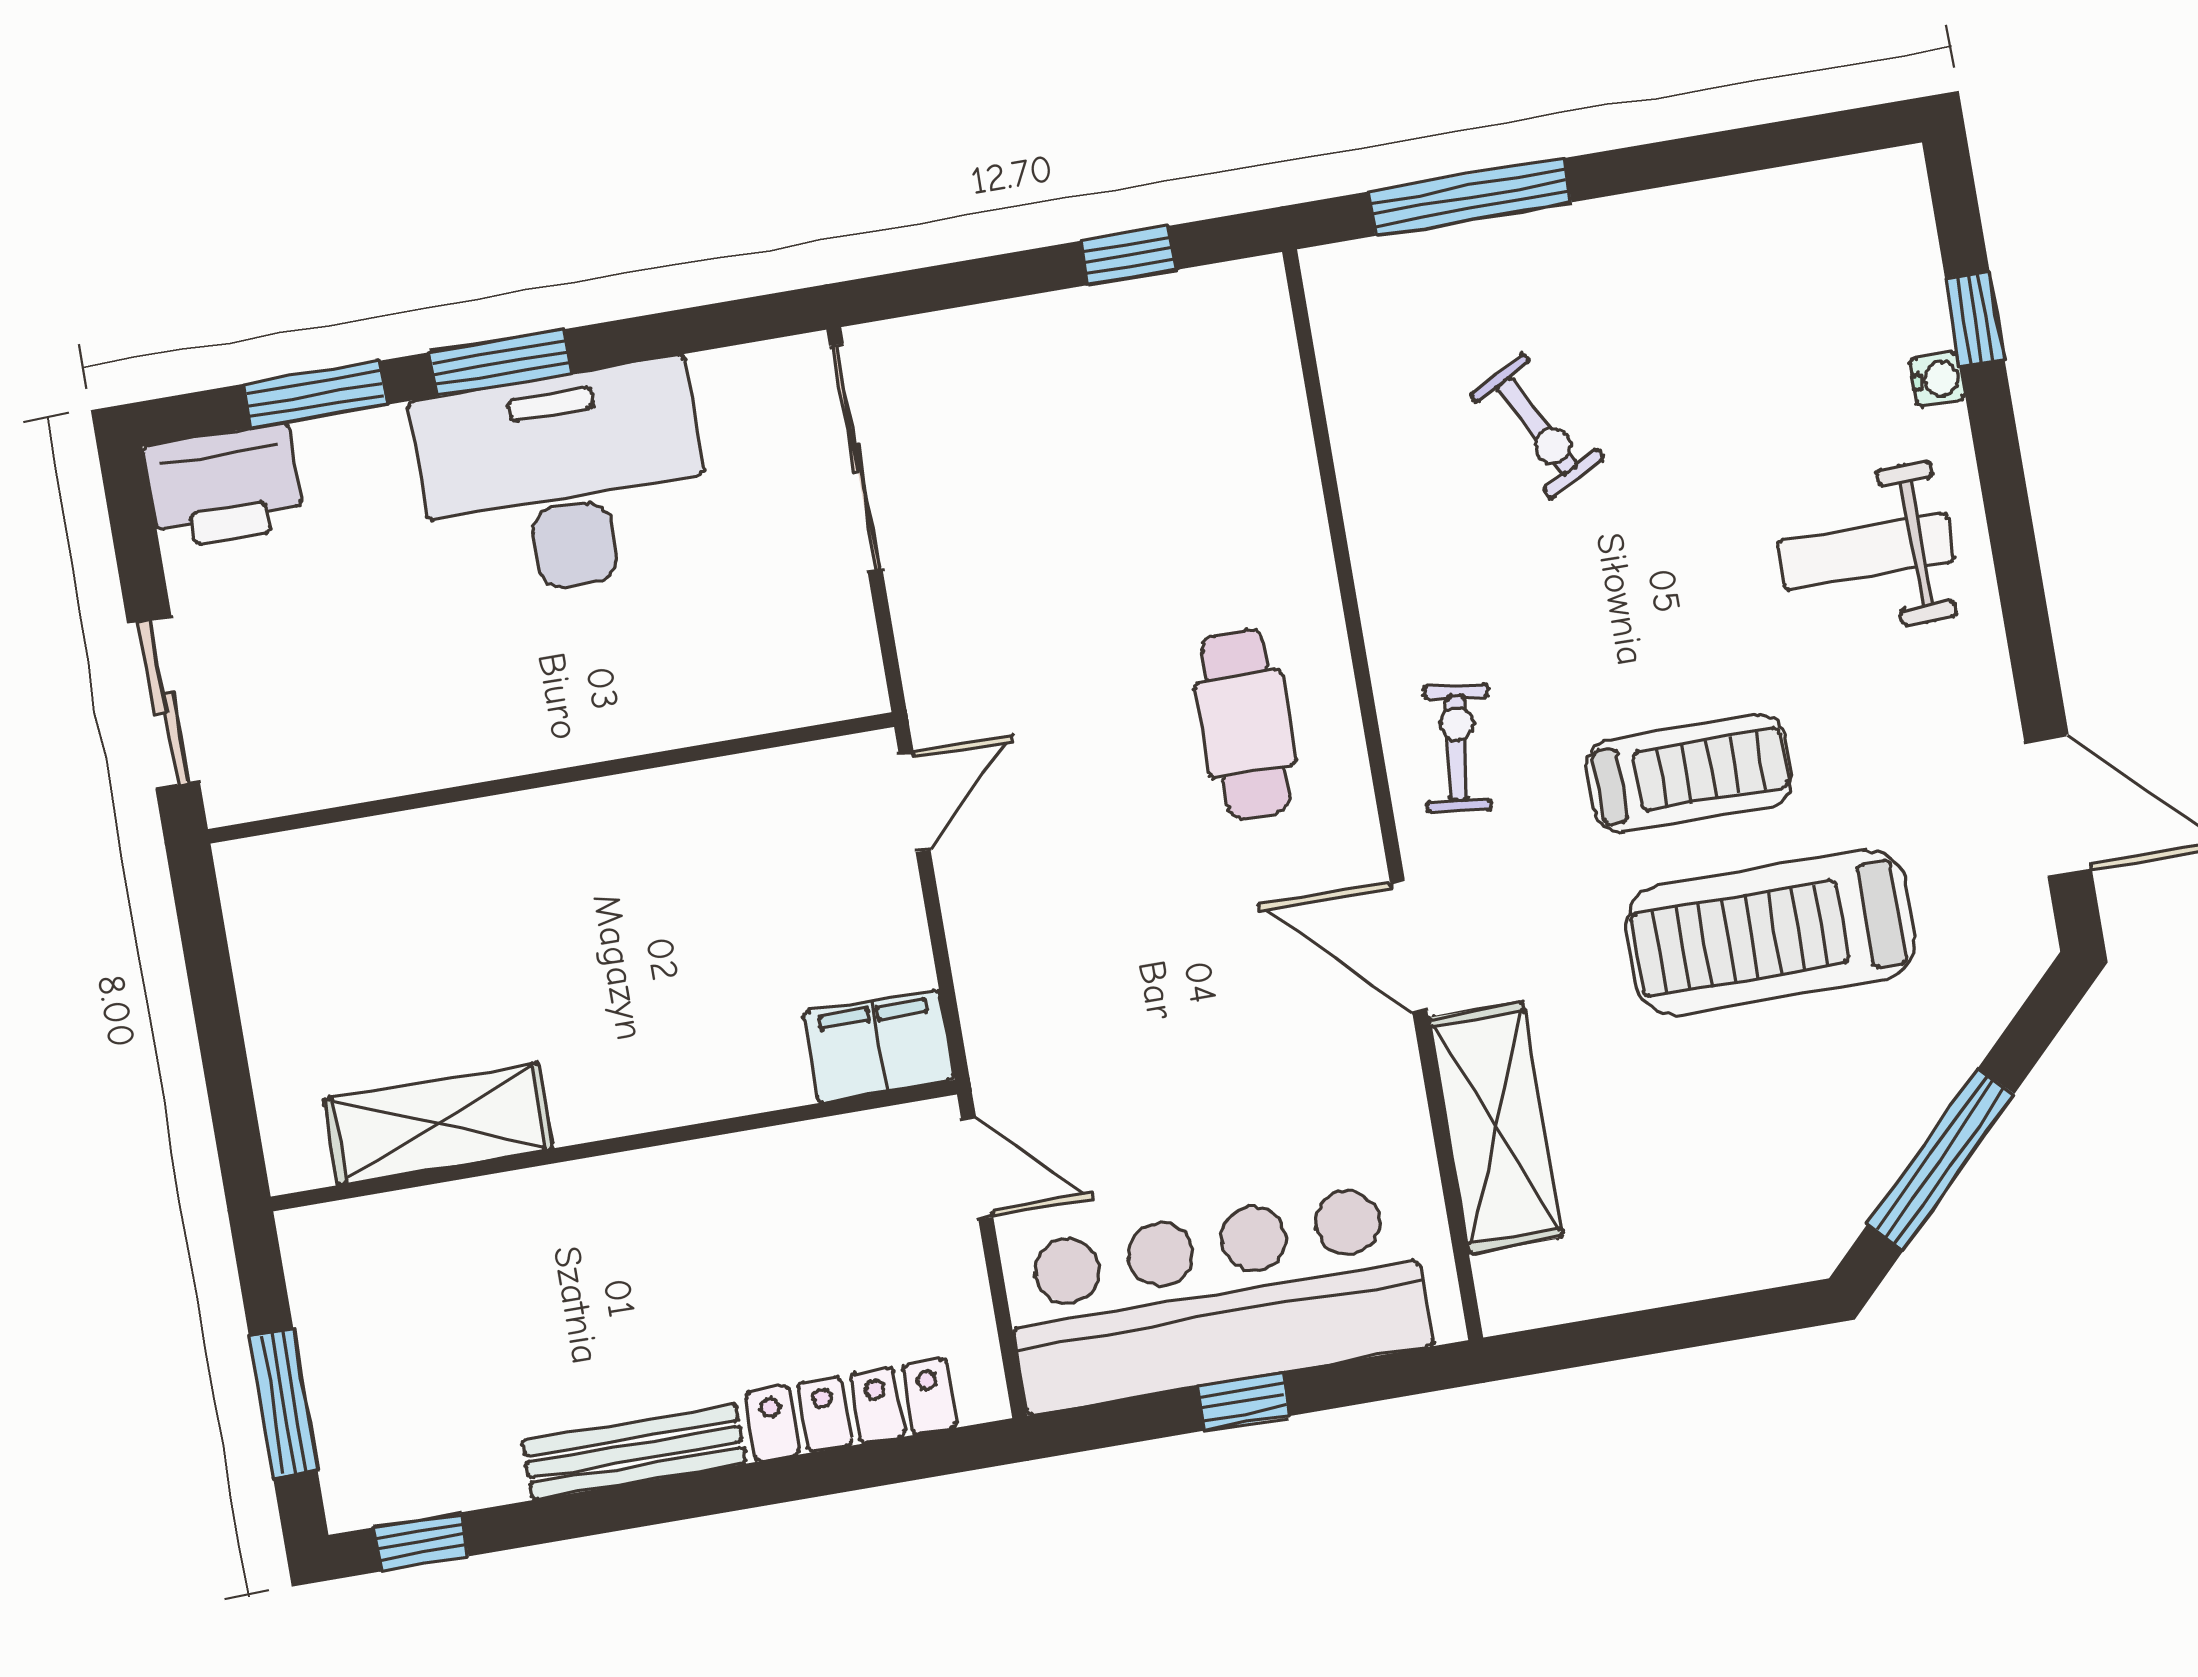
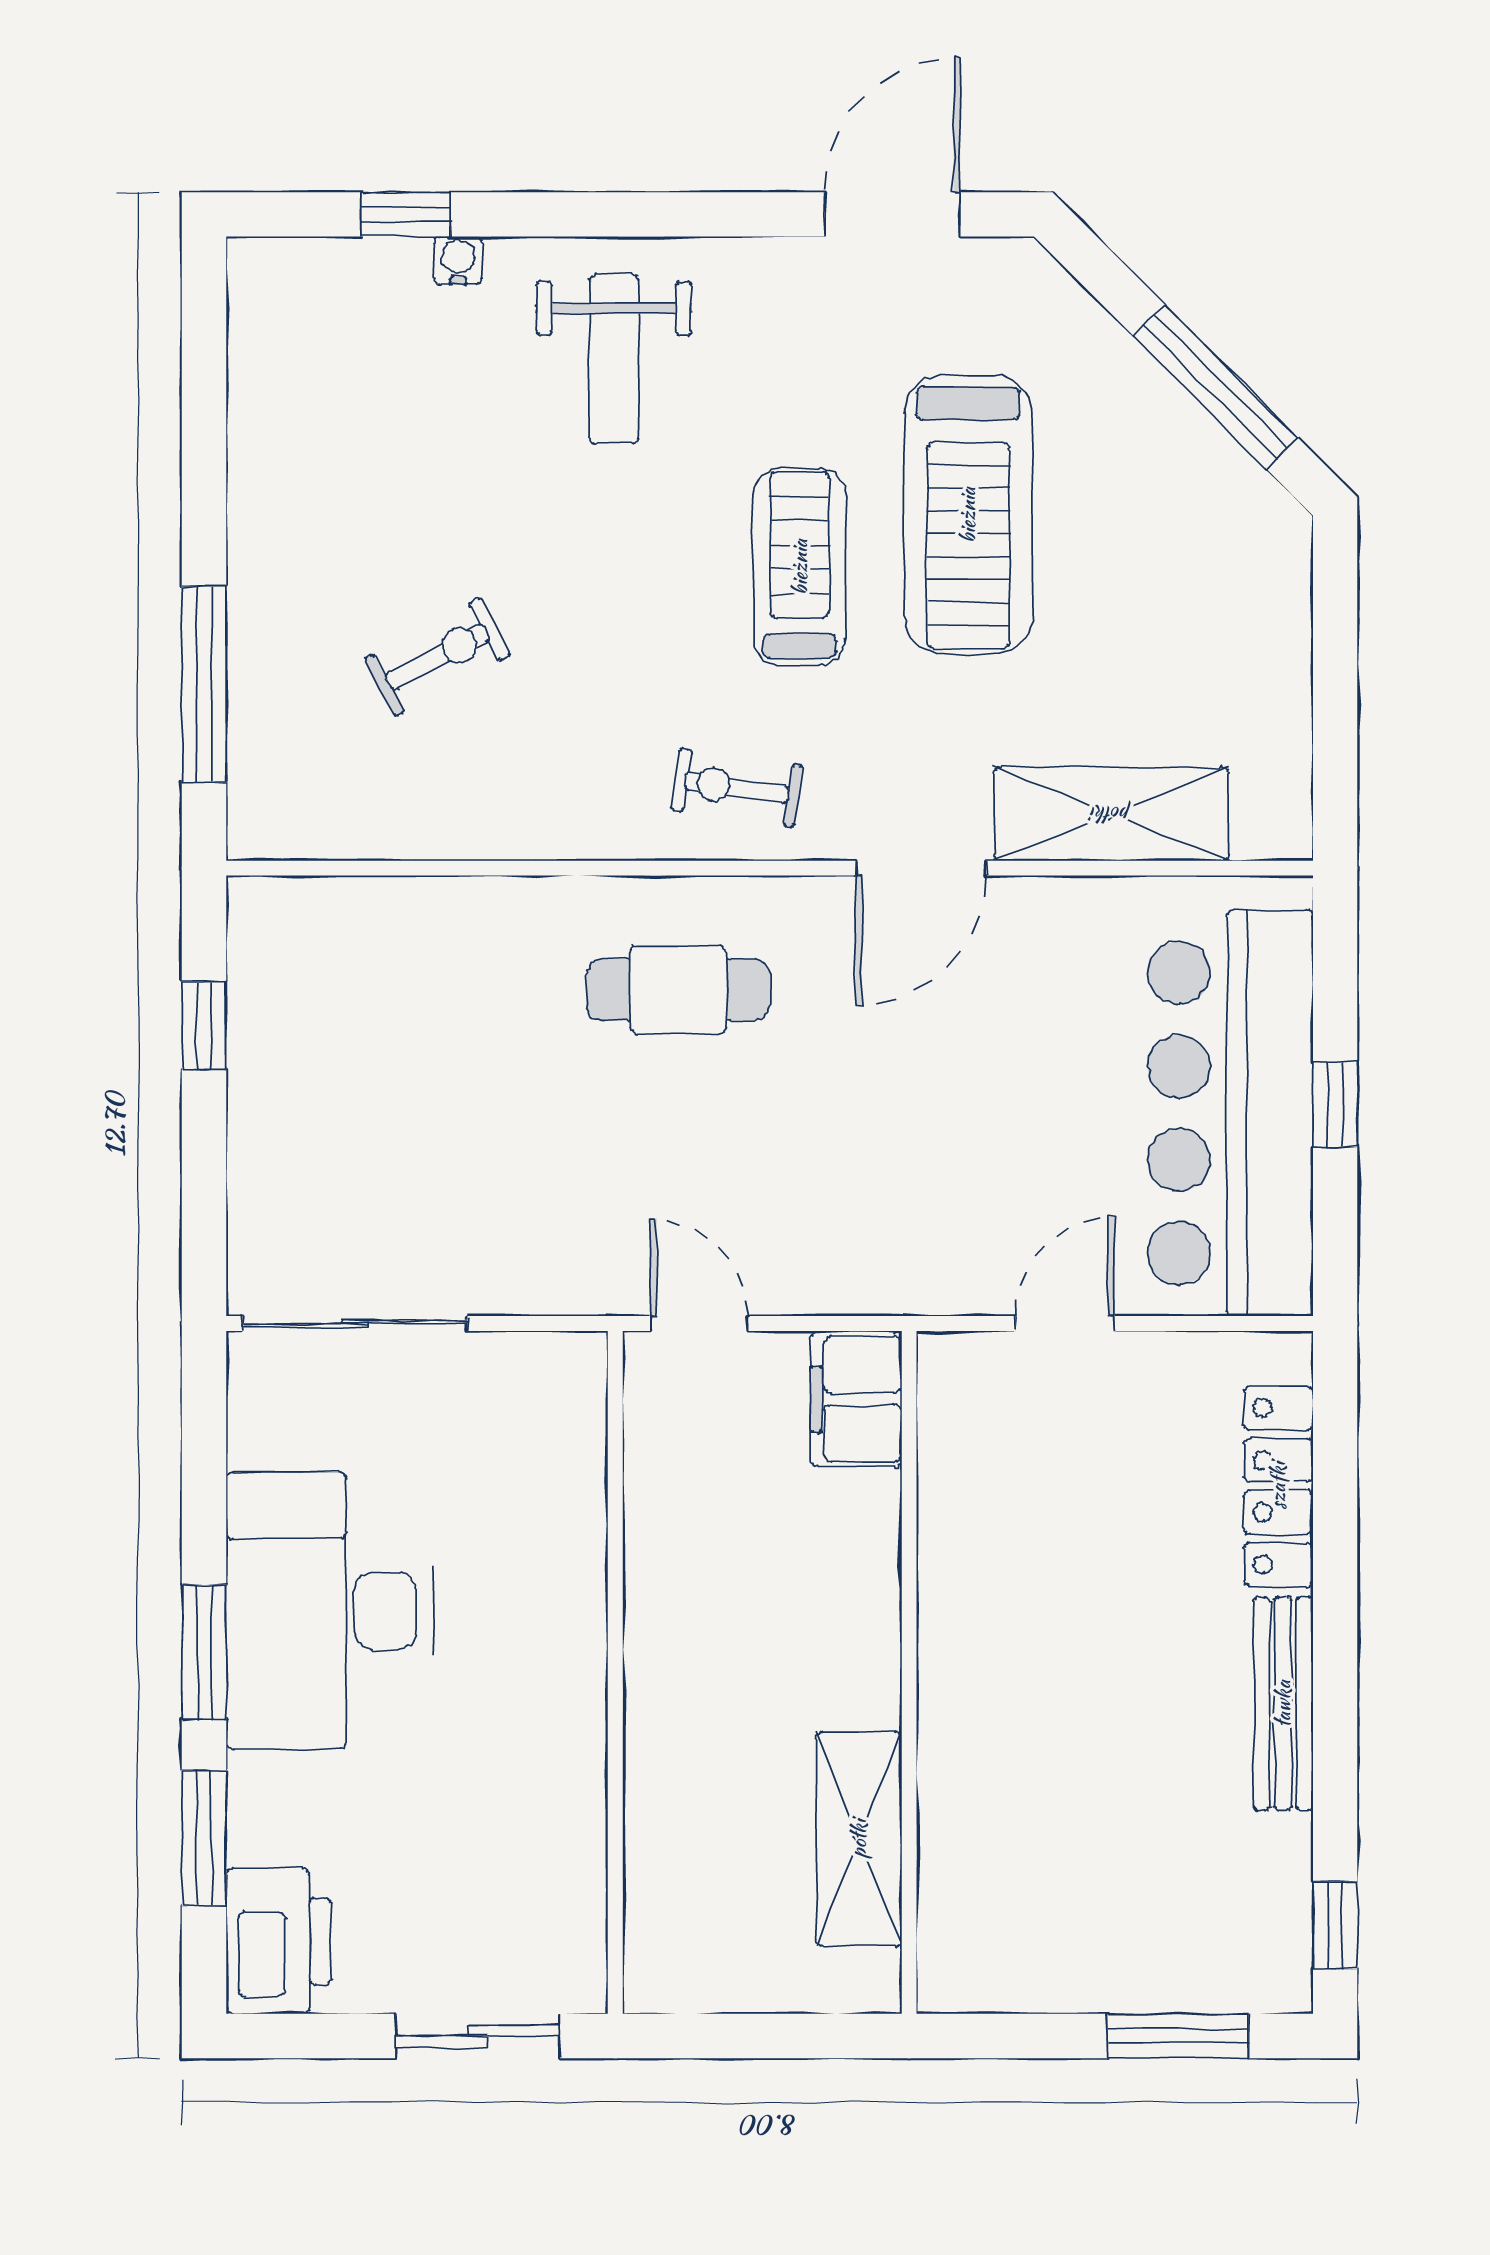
filing cabinet: (879, 1046) -> (856, 1399), moved
shelving: (438, 1124) -> (859, 1839), moved
wall: (614, 1146) -> (909, 1672), moved

